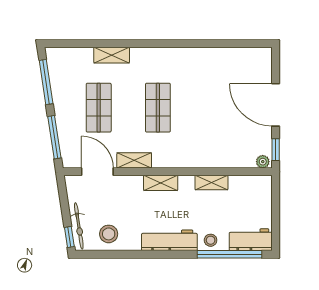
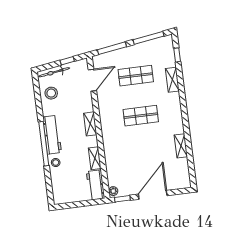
window: (76, 44) -> (177, 55), added
shelving: (134, 160) -> (181, 146), moved
window: (69, 237) -> (67, 61), moved
workbench: (251, 240) -> (96, 185), moved, turned 180
window: (230, 254) -> (44, 144), moved

